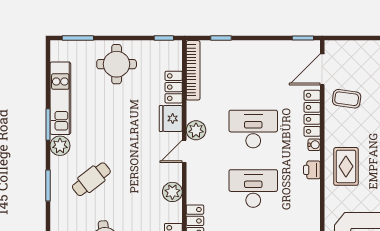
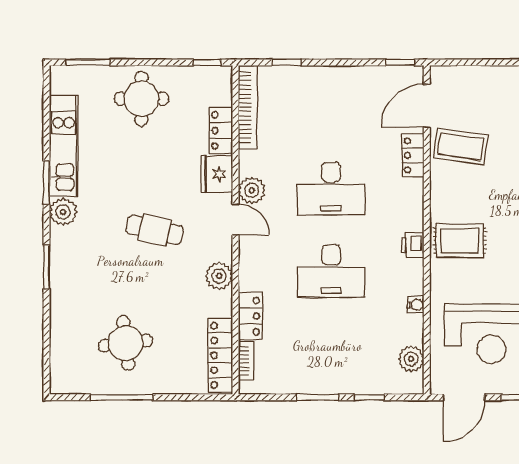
coffee table: (347, 99) -> (461, 147), width x1.36, depth x1.30
locker: (312, 113) -> (413, 155), width x0.66
desk: (253, 129) -> (331, 189), turned 180
water cooler: (314, 145) -> (416, 305), moved
door: (184, 151) -> (235, 219), swing flipped
rug: (346, 166) -> (460, 241), turned 90
cafe table: (91, 179) -> (155, 230), moved, turned 51
desk: (253, 188) -> (331, 271), turned 180

